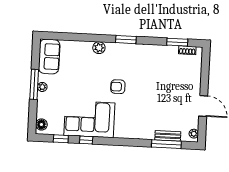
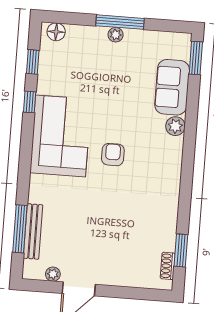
window: (126, 40) -> (196, 58), moved
sofa: (49, 56) -> (172, 87), moved, turned 90
corner sofa: (89, 119) -> (61, 136), moved
plant: (194, 134) -> (53, 274), moved
bench: (168, 136) -> (33, 231), width x1.36

